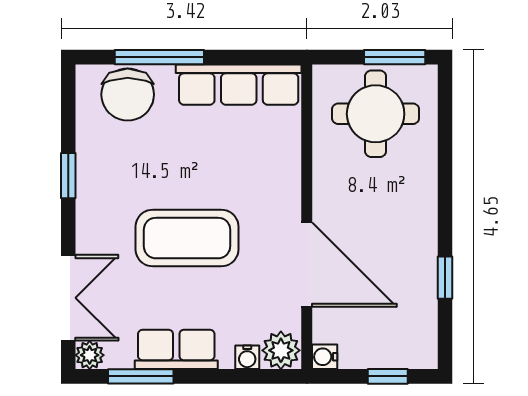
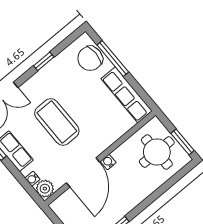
water cooler: (325, 357) -> (108, 162), moved

